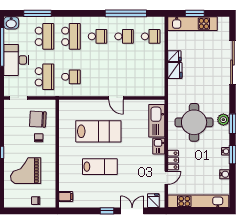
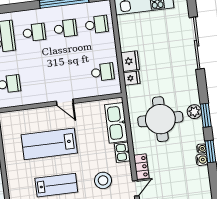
fridge: (174, 56) -> (132, 78), moved
school desk: (151, 77) -> (103, 72), added
lab bench: (98, 131) -> (49, 144), turned 180
stool: (140, 168) -> (103, 180), added
water cooler: (225, 174) -> (202, 160), moved

